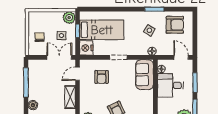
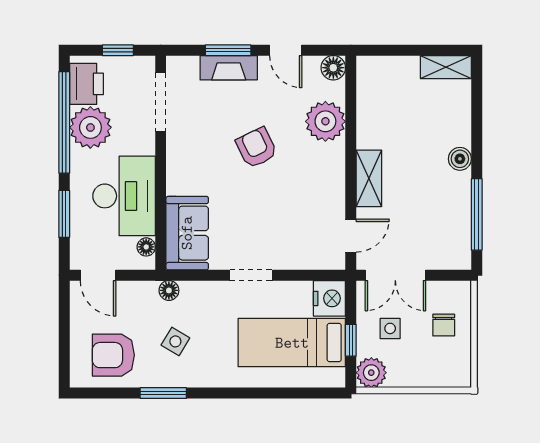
armchair: (102, 77) -> (292, 227), removed
desk: (170, 85) -> (124, 196), width x1.37

